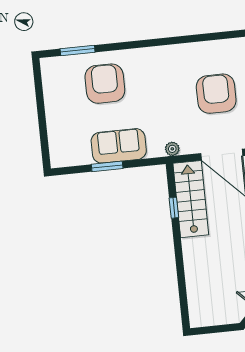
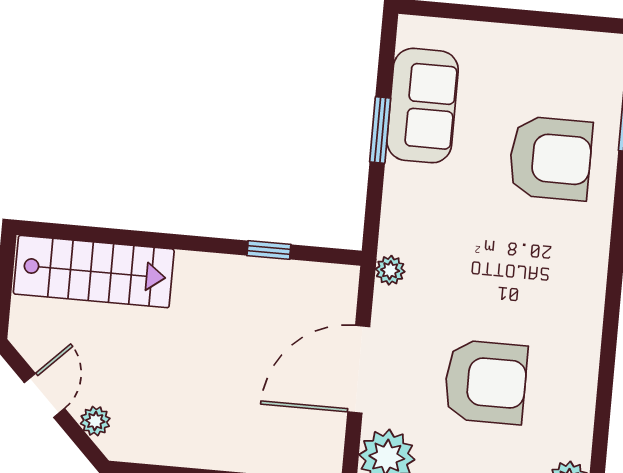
sofa: (119, 146) -> (423, 106), moved
stairs: (191, 199) -> (94, 272), moved

